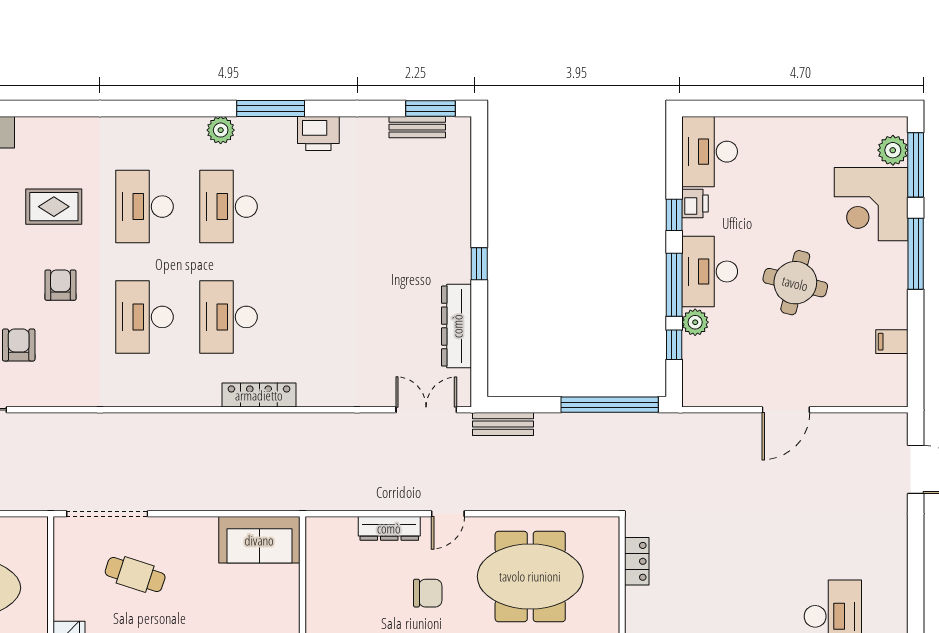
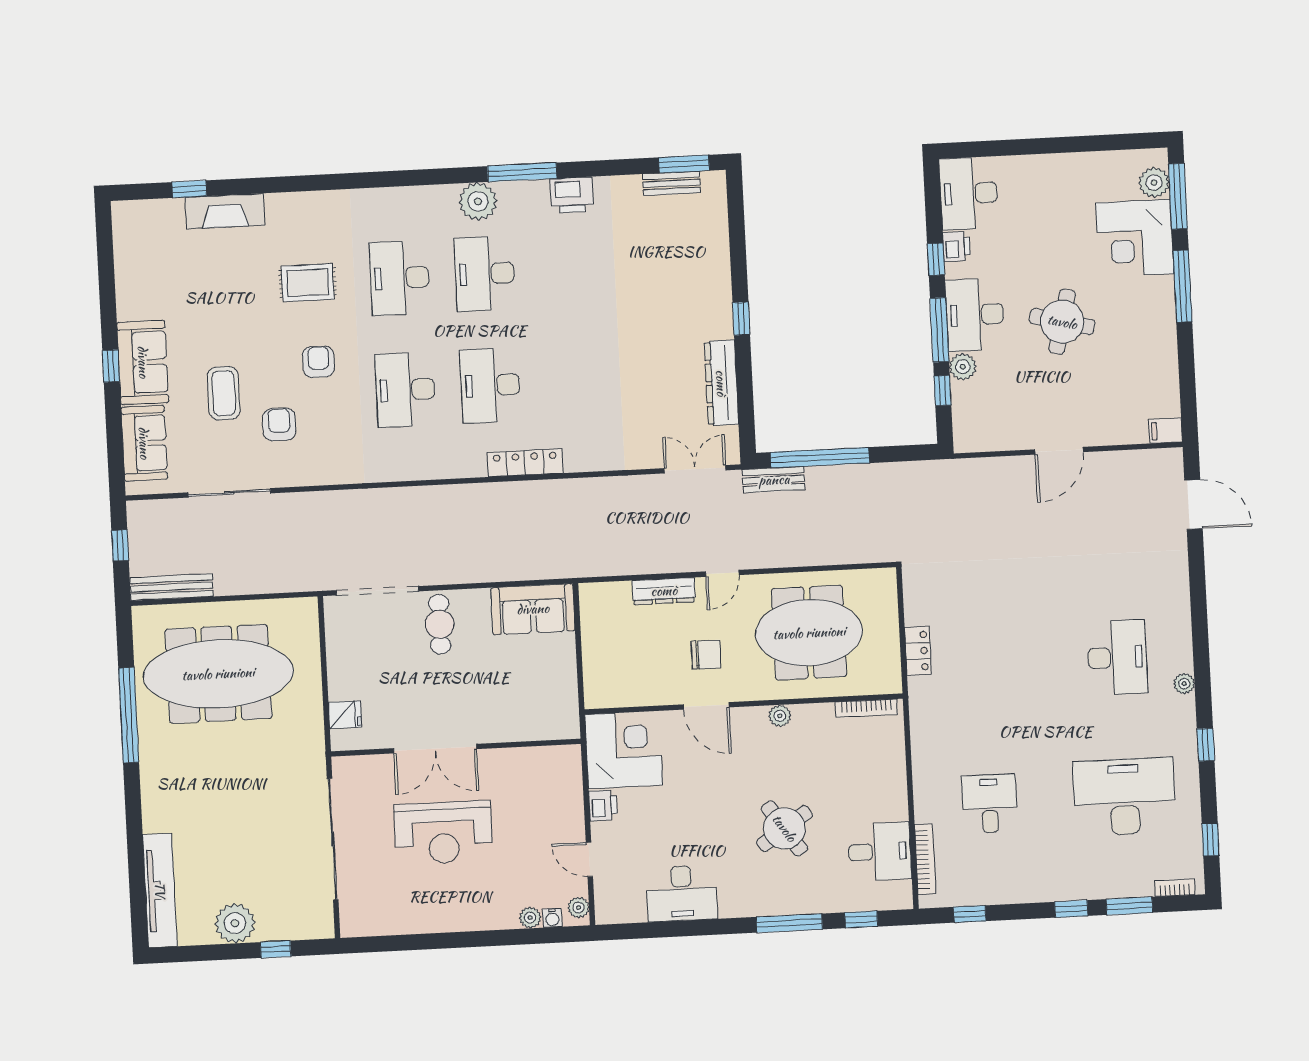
plant: (221, 130) -> (478, 201), width x1.36, depth x1.36
filing cabinet: (892, 342) -> (1166, 431), moved
window: (610, 405) -> (820, 458), moved
locker: (637, 561) -> (918, 651), moved
cafe table: (135, 574) -> (440, 624), moved, turned 72

